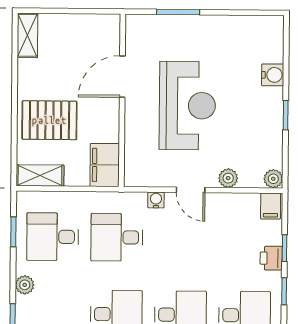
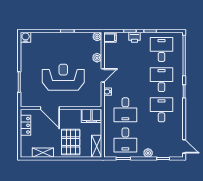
locker: (86, 24) -> (25, 125), added
shelving: (27, 35) -> (43, 153), moved
water cooler: (273, 75) -> (26, 37), moved

